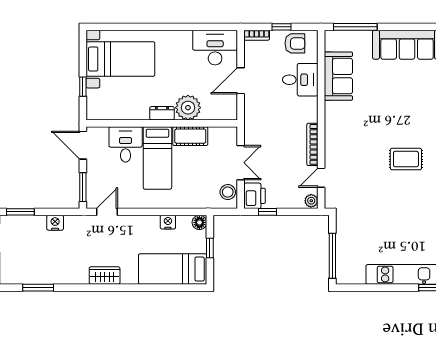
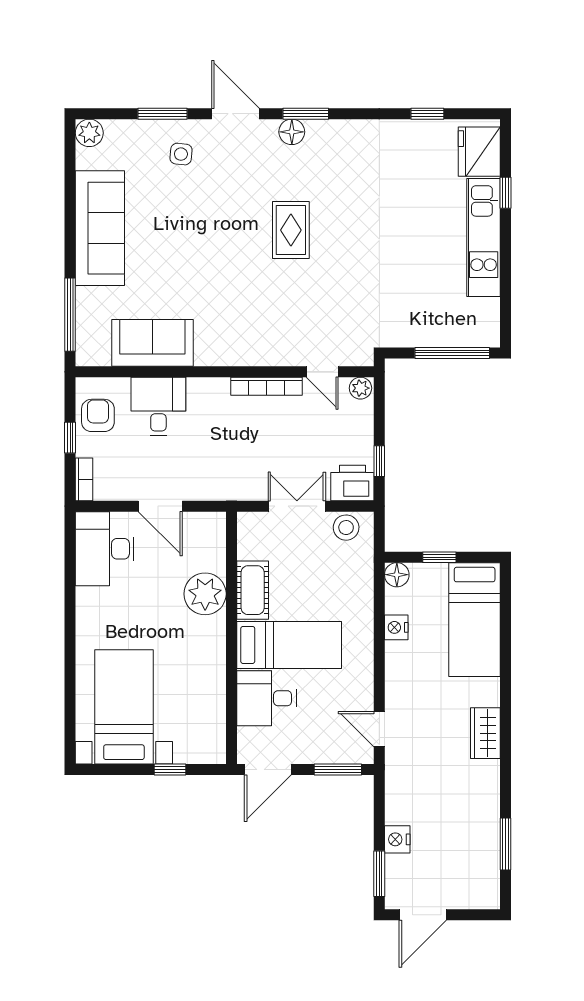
dresser: (162, 113) -> (215, 637), removed
nightstand: (55, 223) -> (397, 839), moved

